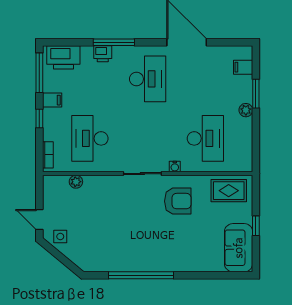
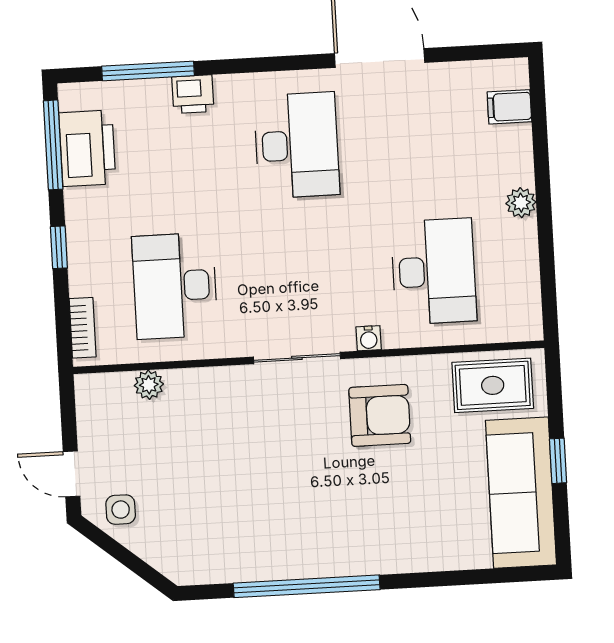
window: (114, 42) -> (148, 71), moved
printer: (63, 57) -> (87, 148), moved, turned -90
window: (256, 94) -> (542, 165), removed
filing cabinet: (52, 100) -> (85, 204), removed
sofa: (239, 248) -> (521, 493), width x1.36

